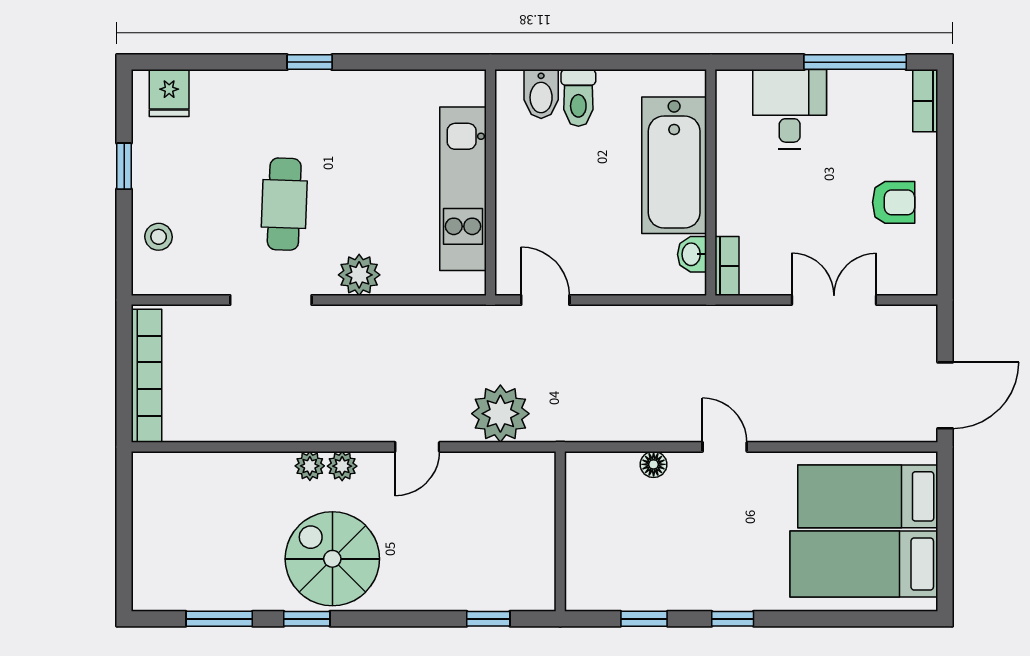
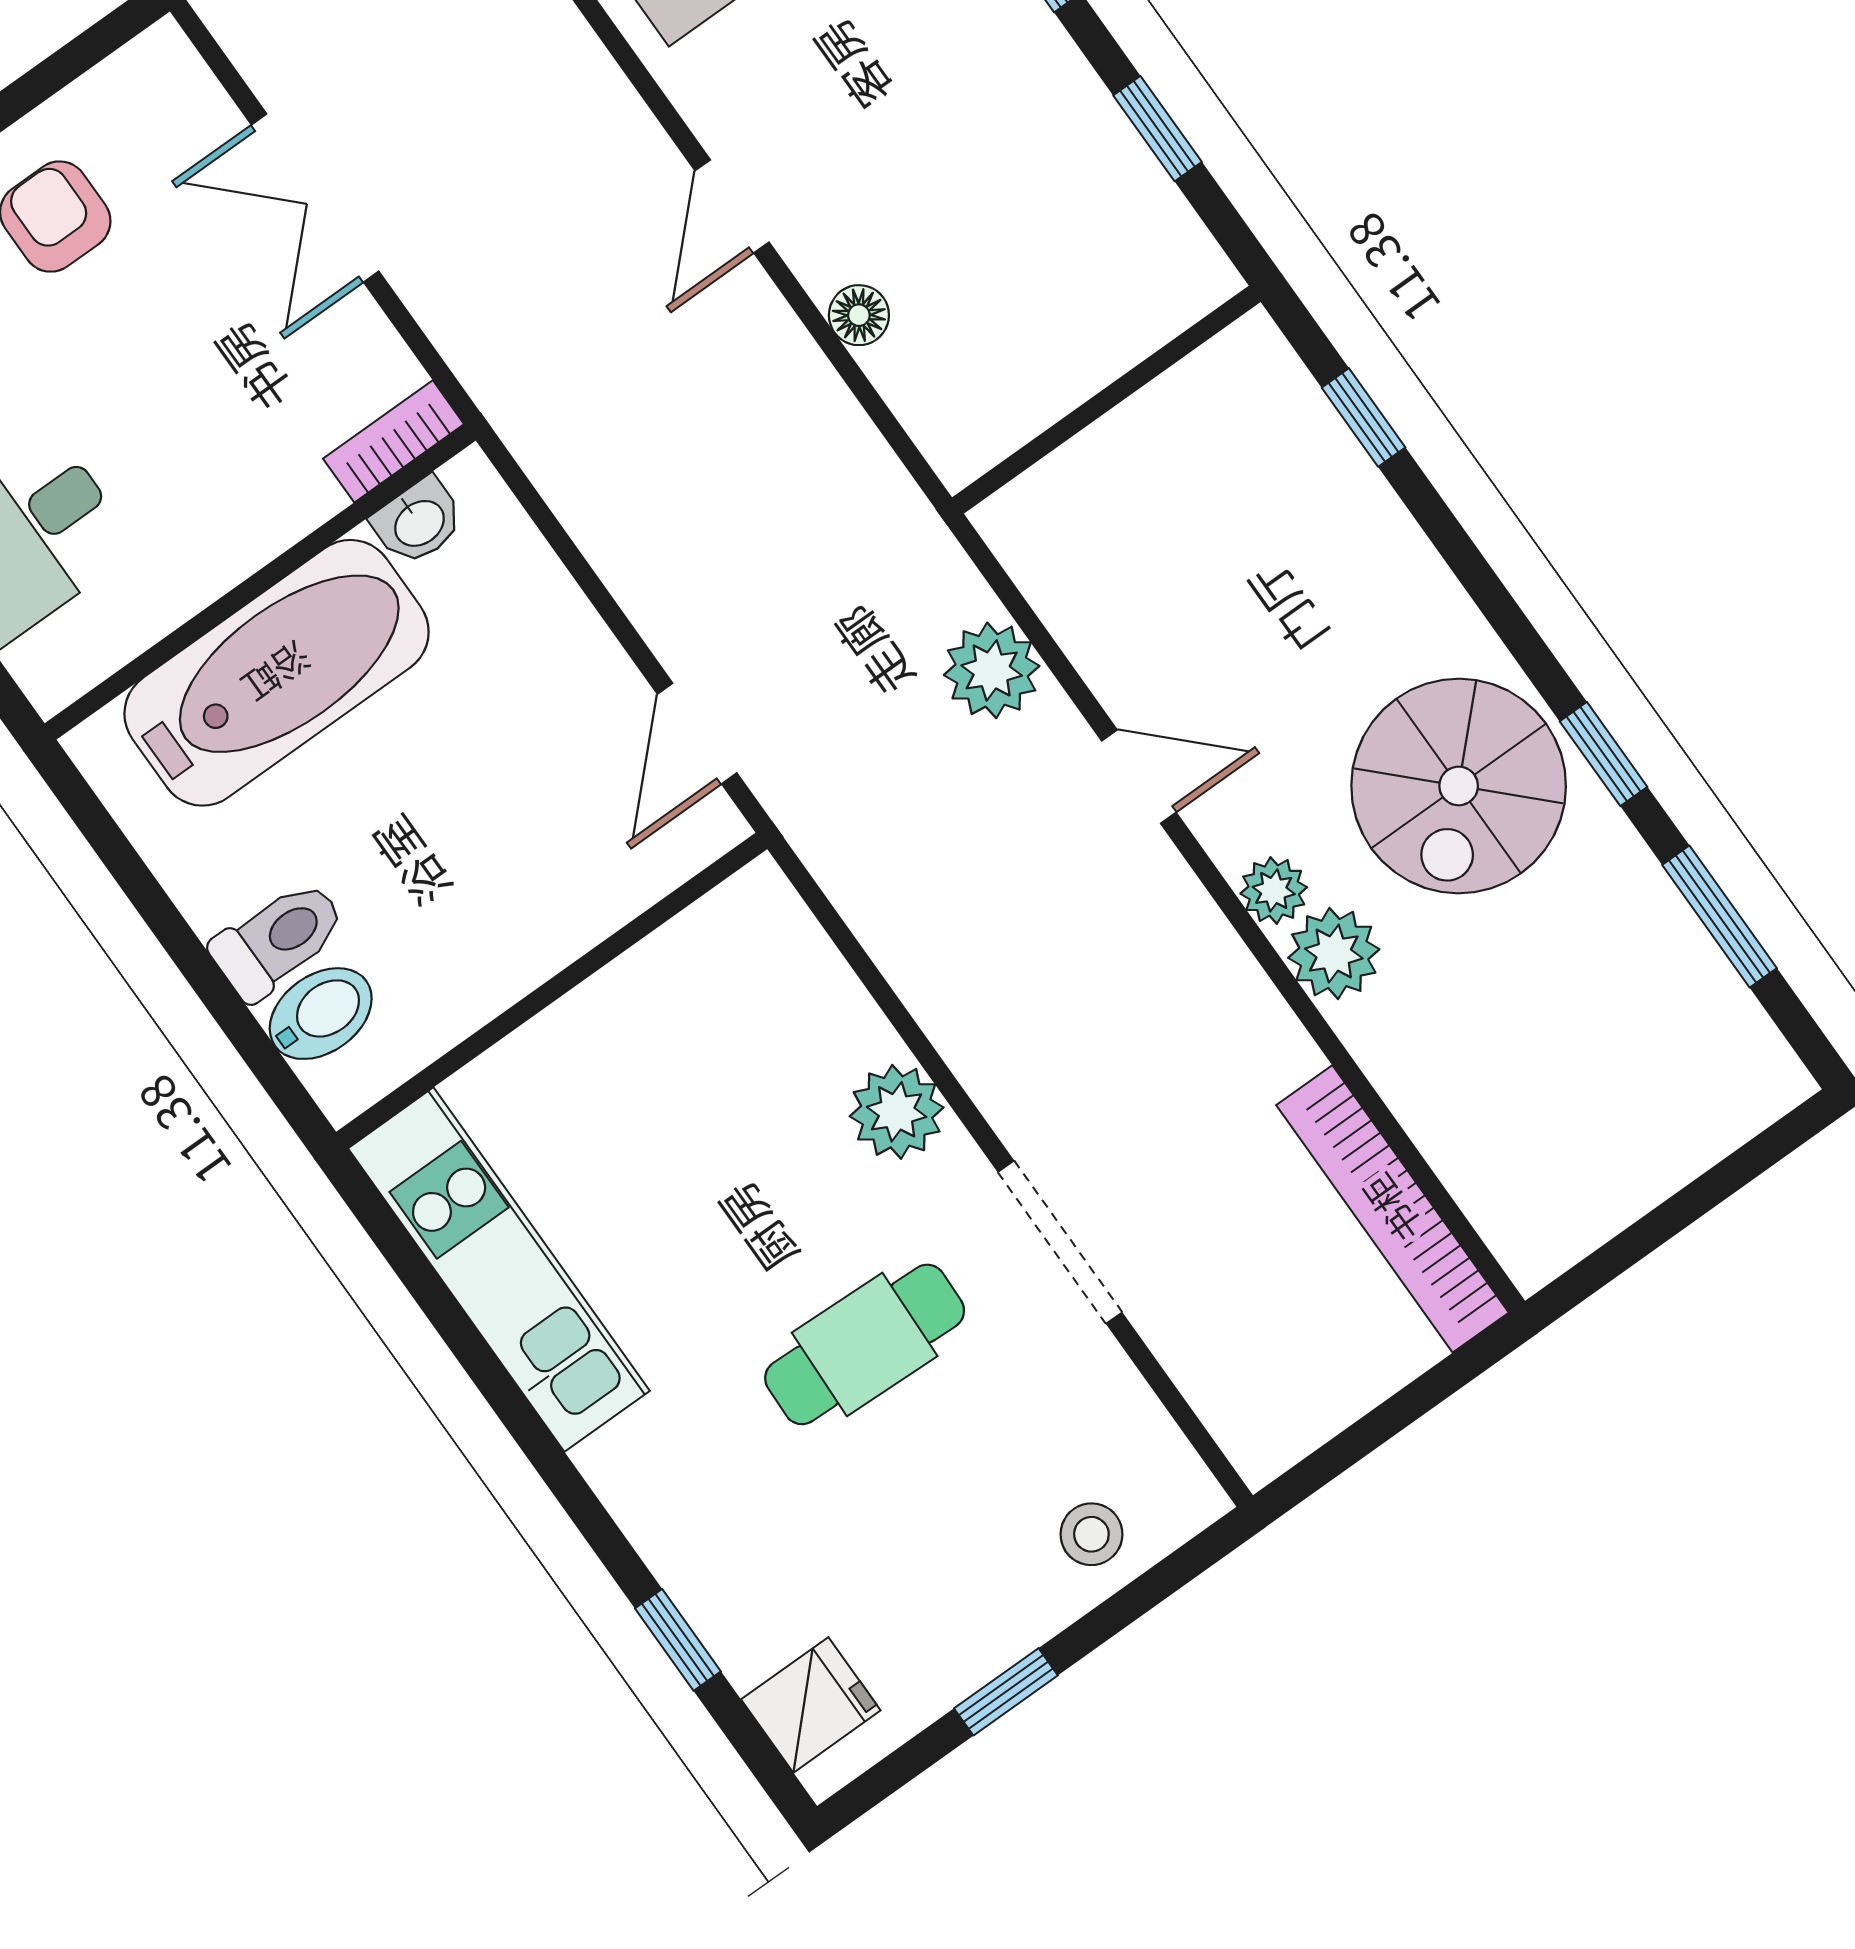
window: (310, 62) -> (678, 1640), moved
kitchen unit: (463, 189) -> (499, 1270), moved, turned -90
bookcase: (146, 376) -> (1392, 1209), moved, turned -90
plant: (500, 414) -> (992, 670), width x0.73, depth x0.73
plant: (310, 466) -> (1334, 954), width x1.38, depth x1.38

